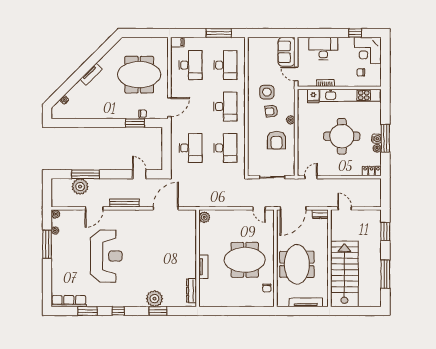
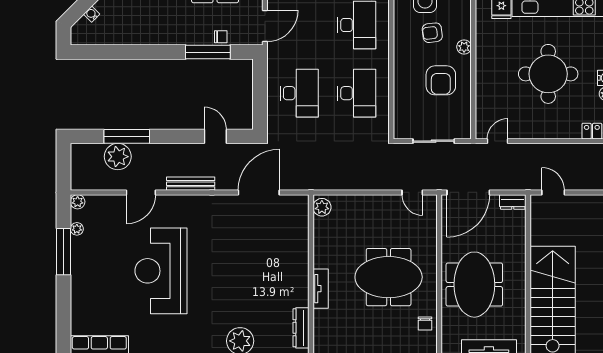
window: (135, 123) -> (208, 52), width x1.44
reception desk: (106, 256) -> (161, 271), turned 180

